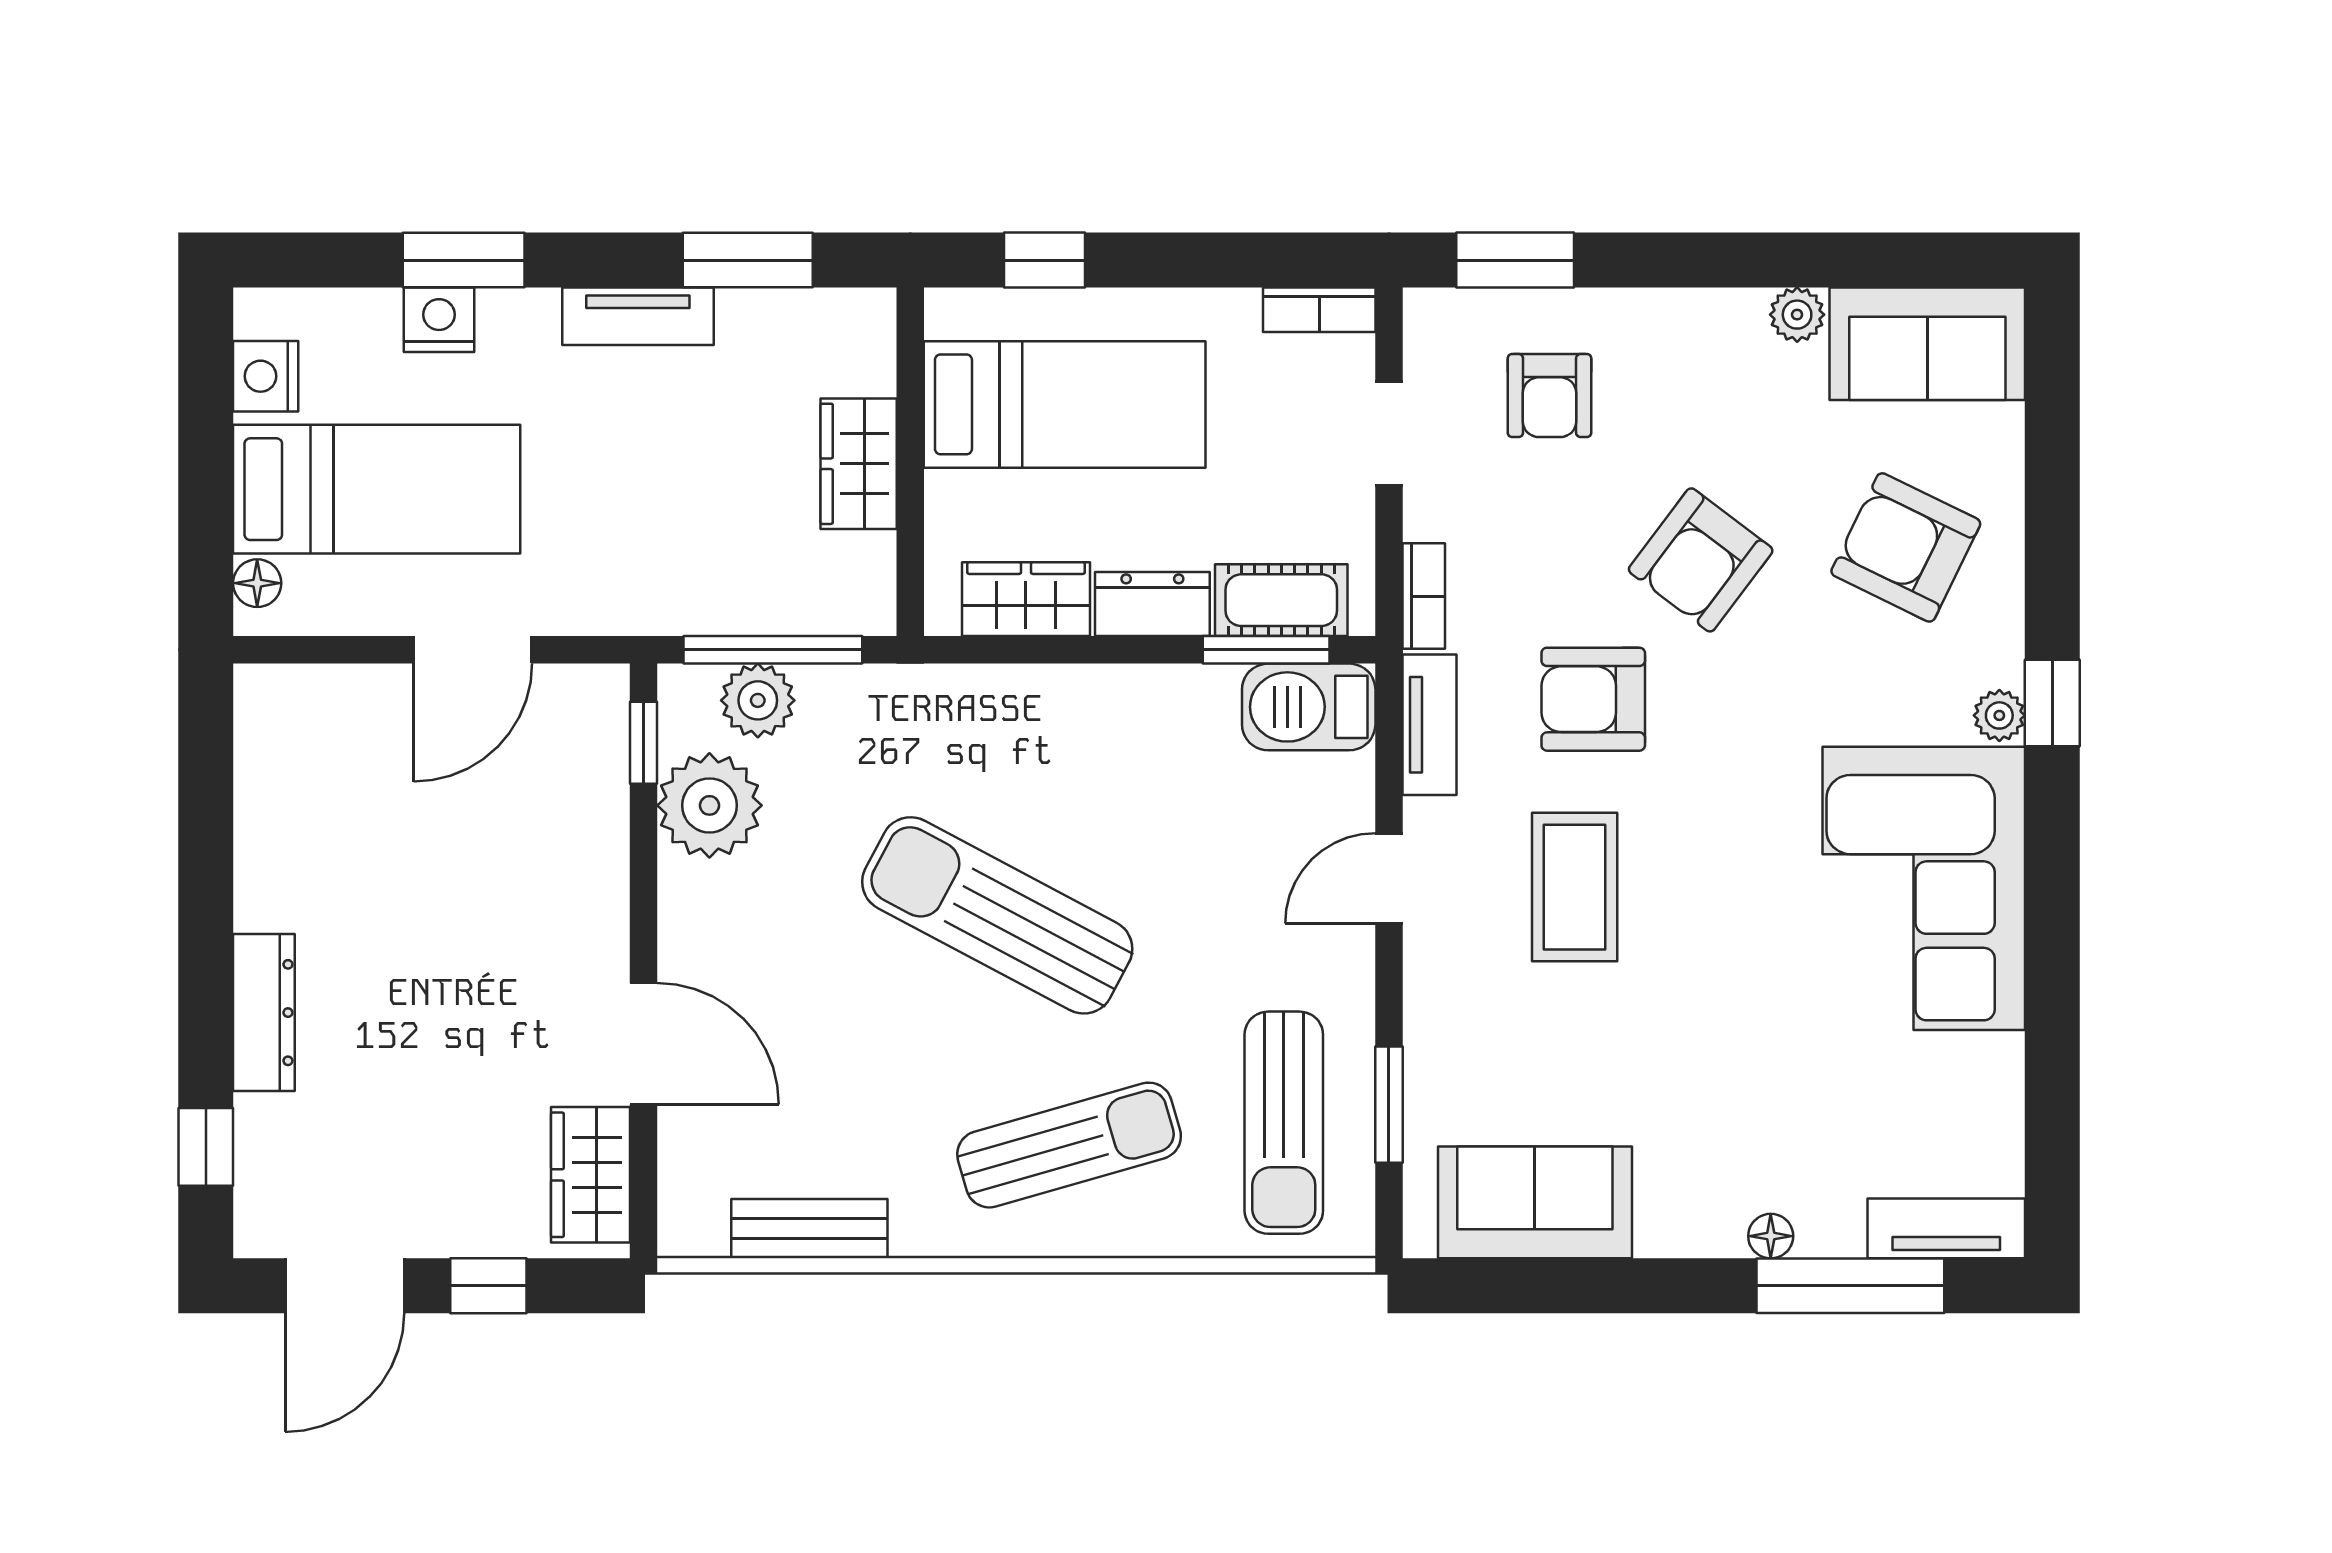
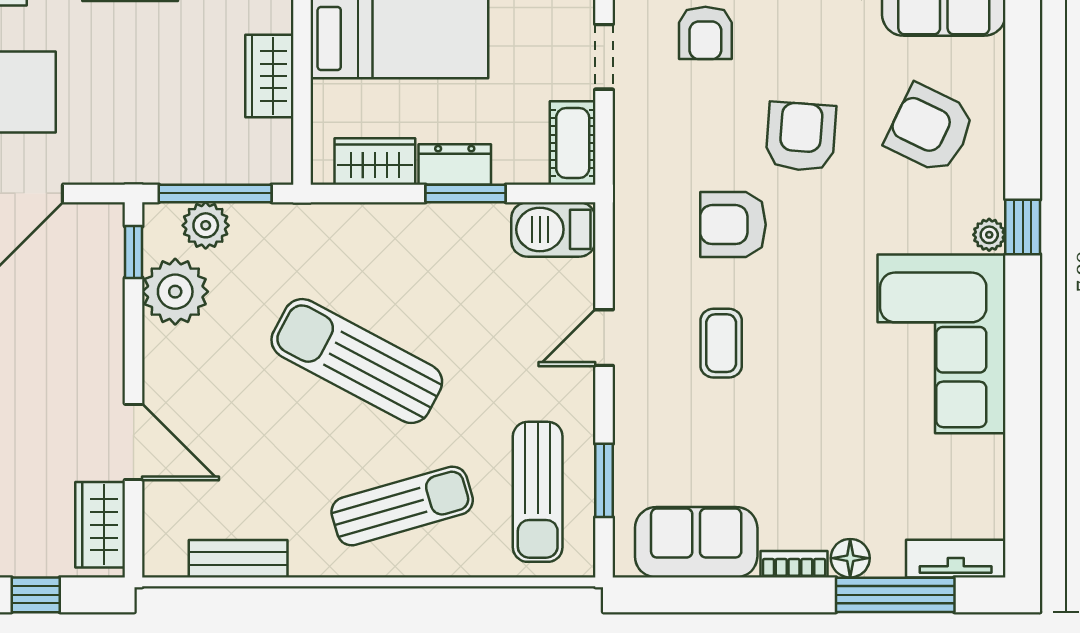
armchair: (1701, 560) -> (801, 137), turned 147
bookcase: (1424, 596) -> (794, 564), moved, turned -90
cot: (1281, 600) -> (573, 143), moved, turned 90
window: (1266, 650) -> (466, 193), moved
tv unit: (1430, 725) -> (630, 241), removed
coffee table: (1575, 887) -> (721, 343), width x0.73, depth x0.77
floor lamp: (1771, 1236) -> (850, 558), width x1.37, depth x1.37

